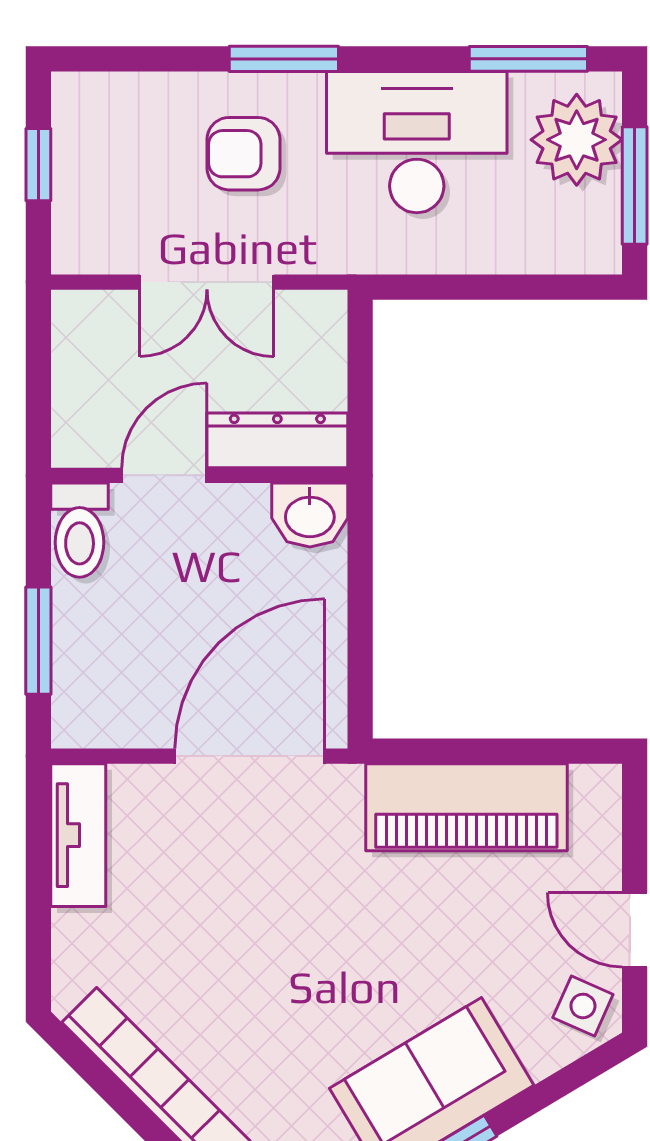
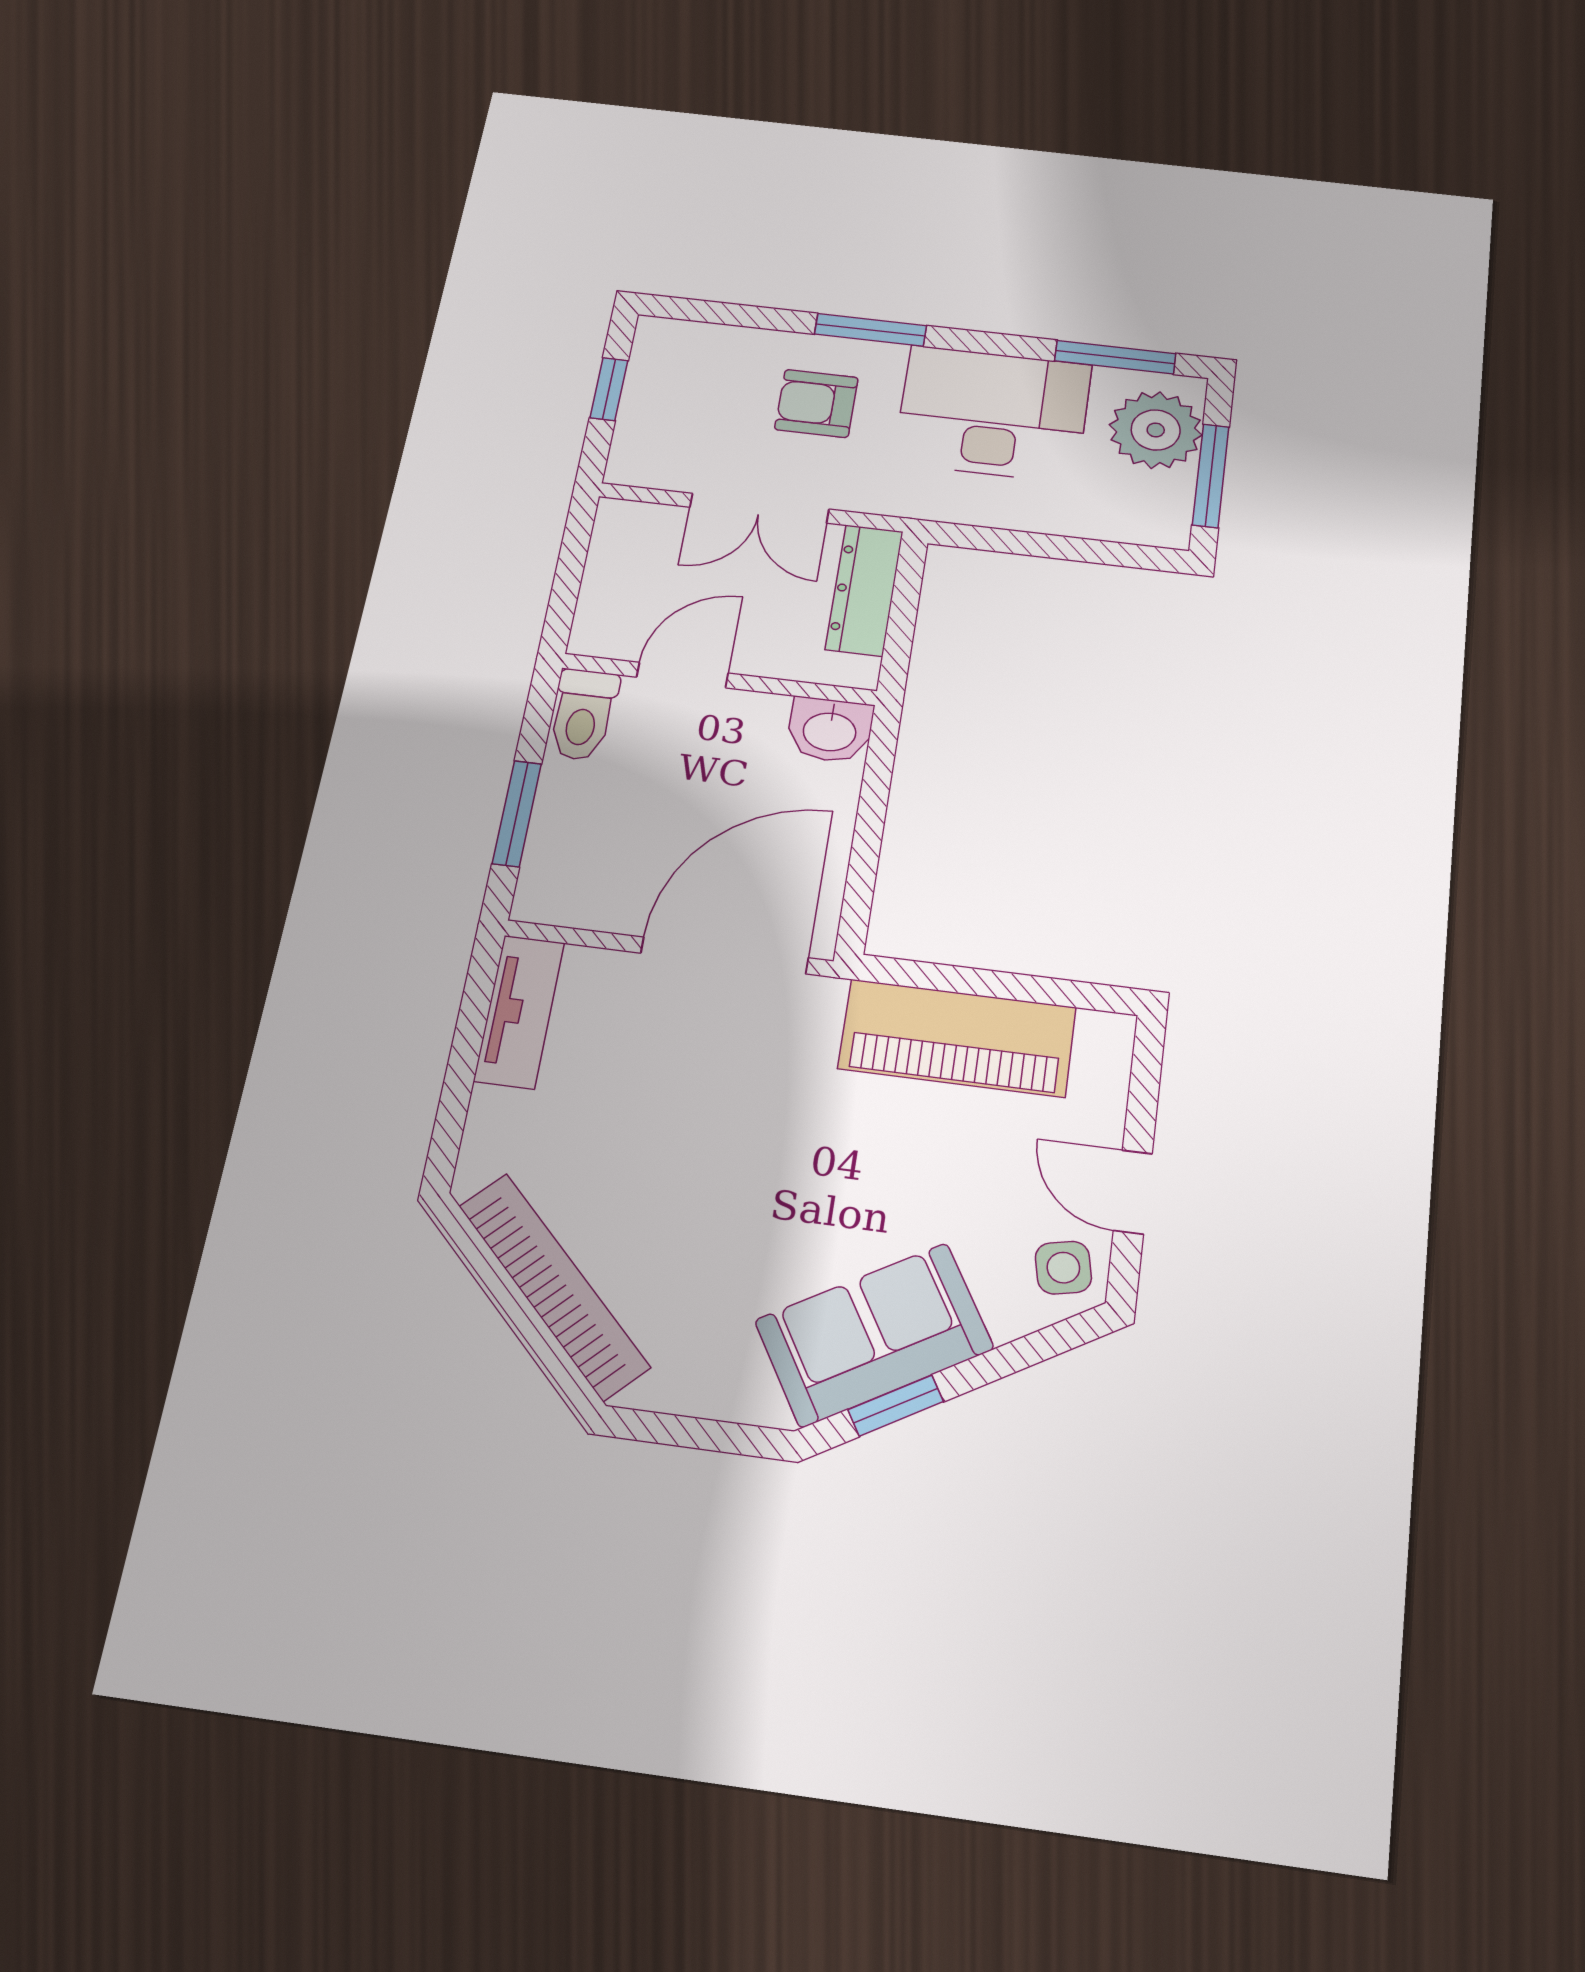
dresser: (277, 440) -> (864, 590), moved, turned -90
side table: (583, 1006) -> (1063, 1268), turned -36

